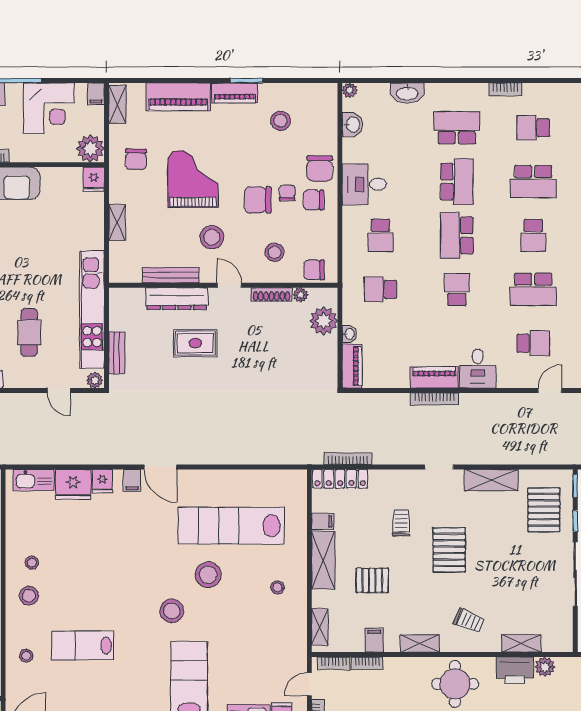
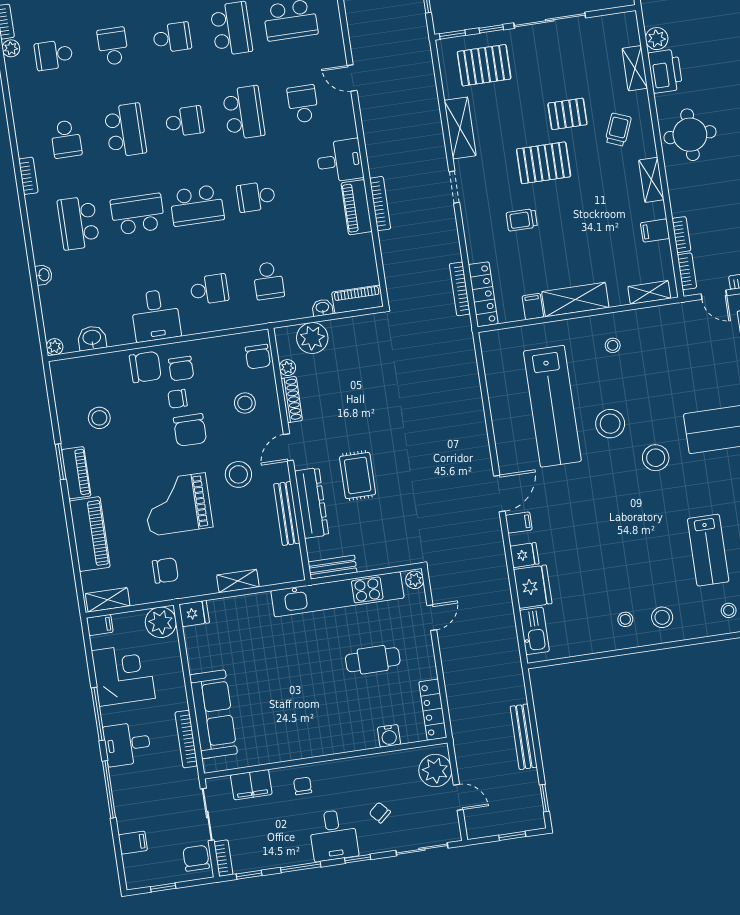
washbasin: (407, 93) -> (44, 275), width x0.52, depth x0.69
bench: (117, 353) -> (332, 567), moved
pallet: (372, 580) -> (567, 114), moved, turned 90

